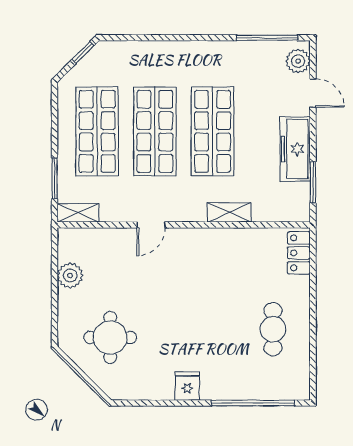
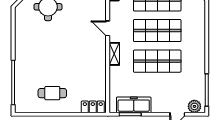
freezer: (295, 149) -> (134, 105), moved
shelving: (229, 212) -> (114, 54), moved
fridge: (187, 386) -> (22, 48), removed

